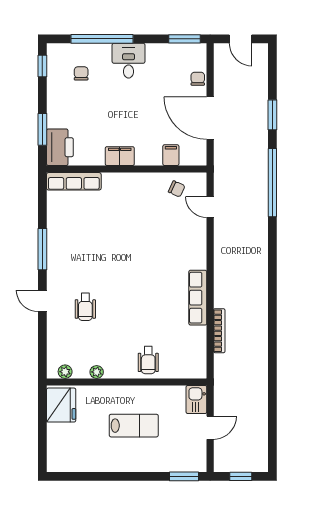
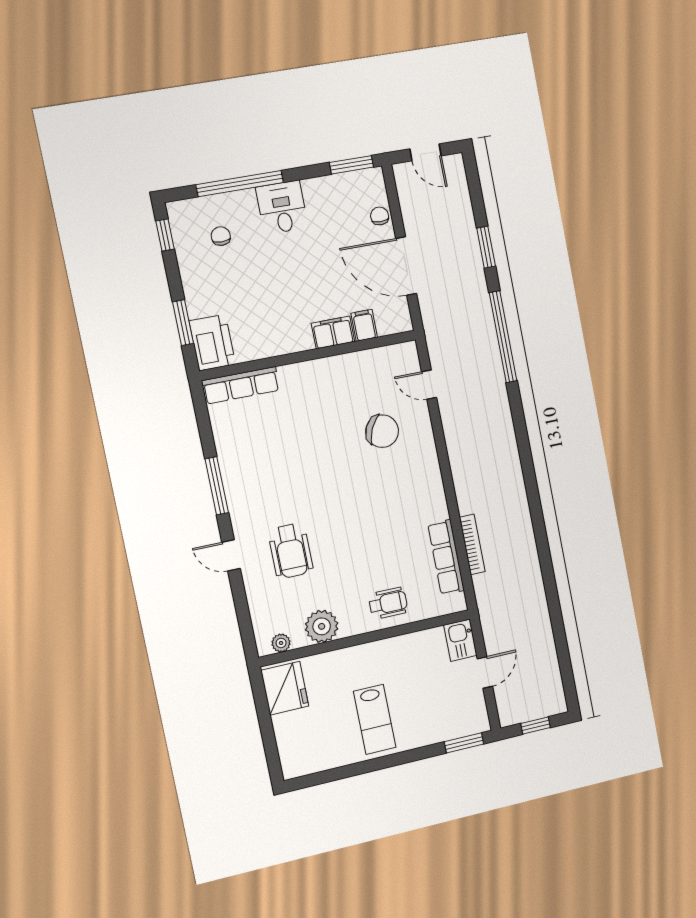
filing cabinet: (120, 156) -> (333, 332), moved
chair: (177, 189) -> (382, 431), moved, width x1.87, depth x1.87
row of seats: (198, 298) -> (446, 557), moved
wheelchair: (85, 307) -> (291, 551), width x1.36, depth x1.37
wheelchair: (148, 360) -> (388, 603), turned -90
plant: (97, 372) -> (322, 626), width x1.88, depth x1.88
lab bench: (134, 426) -> (375, 719), moved, turned 90

